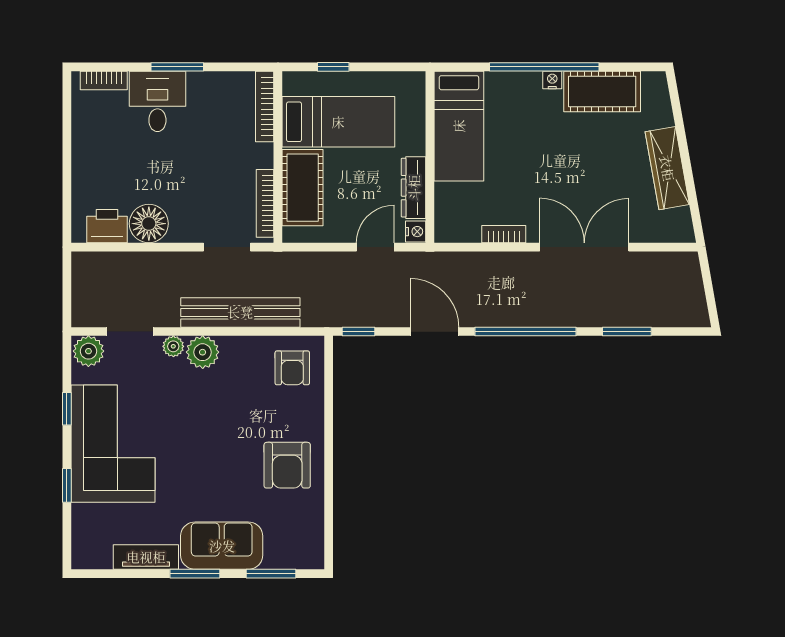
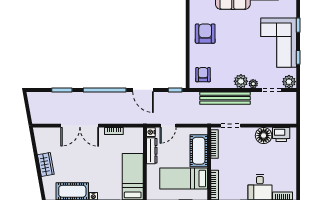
wardrobe: (667, 168) -> (46, 164), width x0.67

